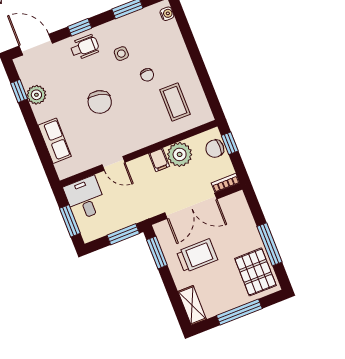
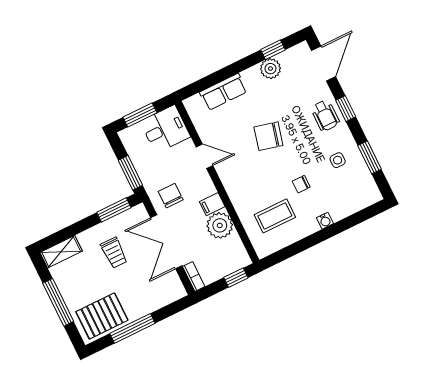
water cooler: (167, 14) -> (325, 221), moved
side table: (121, 54) -> (338, 160), moved
chair: (215, 149) -> (171, 196), moved
door: (114, 163) -> (204, 156), swing flipped
trolley: (197, 256) -> (114, 253), width x0.73, depth x0.72

